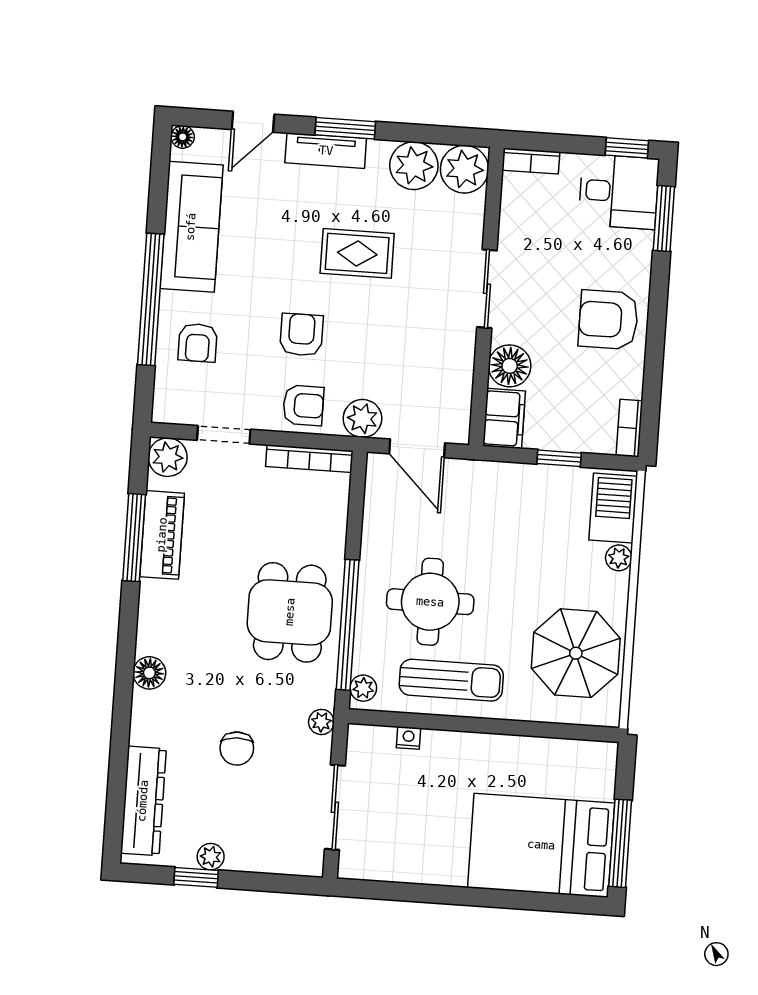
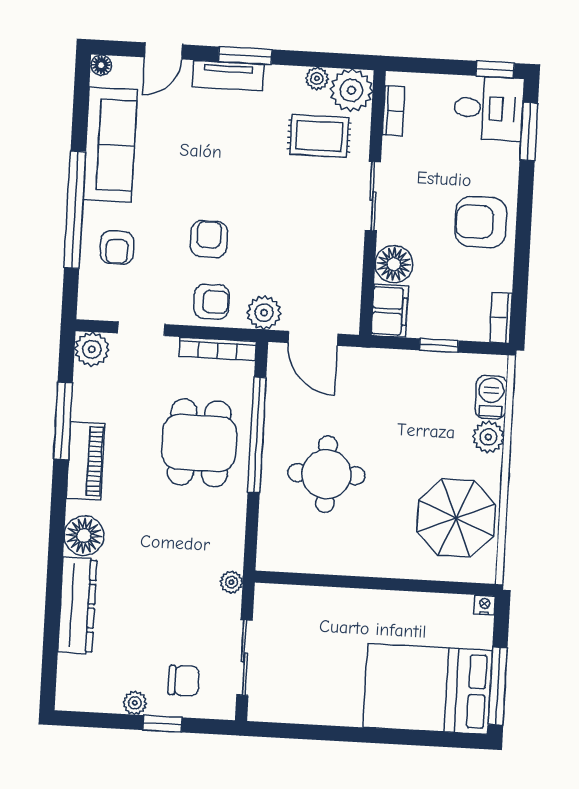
bookcase: (531, 161) -> (394, 111), moved, turned -90
plant: (414, 166) -> (317, 78), width x0.53, depth x0.53
rug: (357, 253) -> (319, 136), moved
barbecue: (613, 508) -> (491, 397), width x0.73, depth x0.79
piano: (162, 535) -> (86, 461), moved
plant: (619, 558) -> (488, 437), width x1.38, depth x1.38
dining table: (290, 612) -> (199, 443), moved
window: (348, 625) -> (257, 435), moved
floor lamp: (149, 673) -> (84, 536), width x1.38, depth x1.38
sun lounger: (451, 680) -> (346, 543), removed
plant: (363, 688) -> (268, 552), removed
nightstand: (408, 738) -> (485, 605), moved
chair: (237, 749) -> (184, 681), moved, turned -88
dresser: (143, 801) -> (77, 605), moved
window: (196, 877) -> (162, 724), moved

